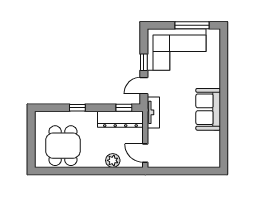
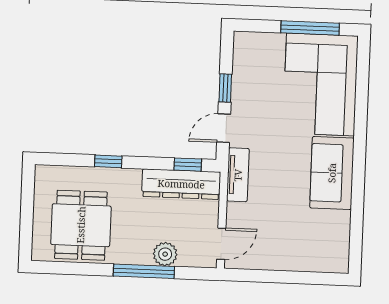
corner sofa: (177, 50) -> (320, 84), moved, turned 90
door: (145, 153) -> (221, 244), swing flipped
window: (101, 171) -> (144, 271), added

